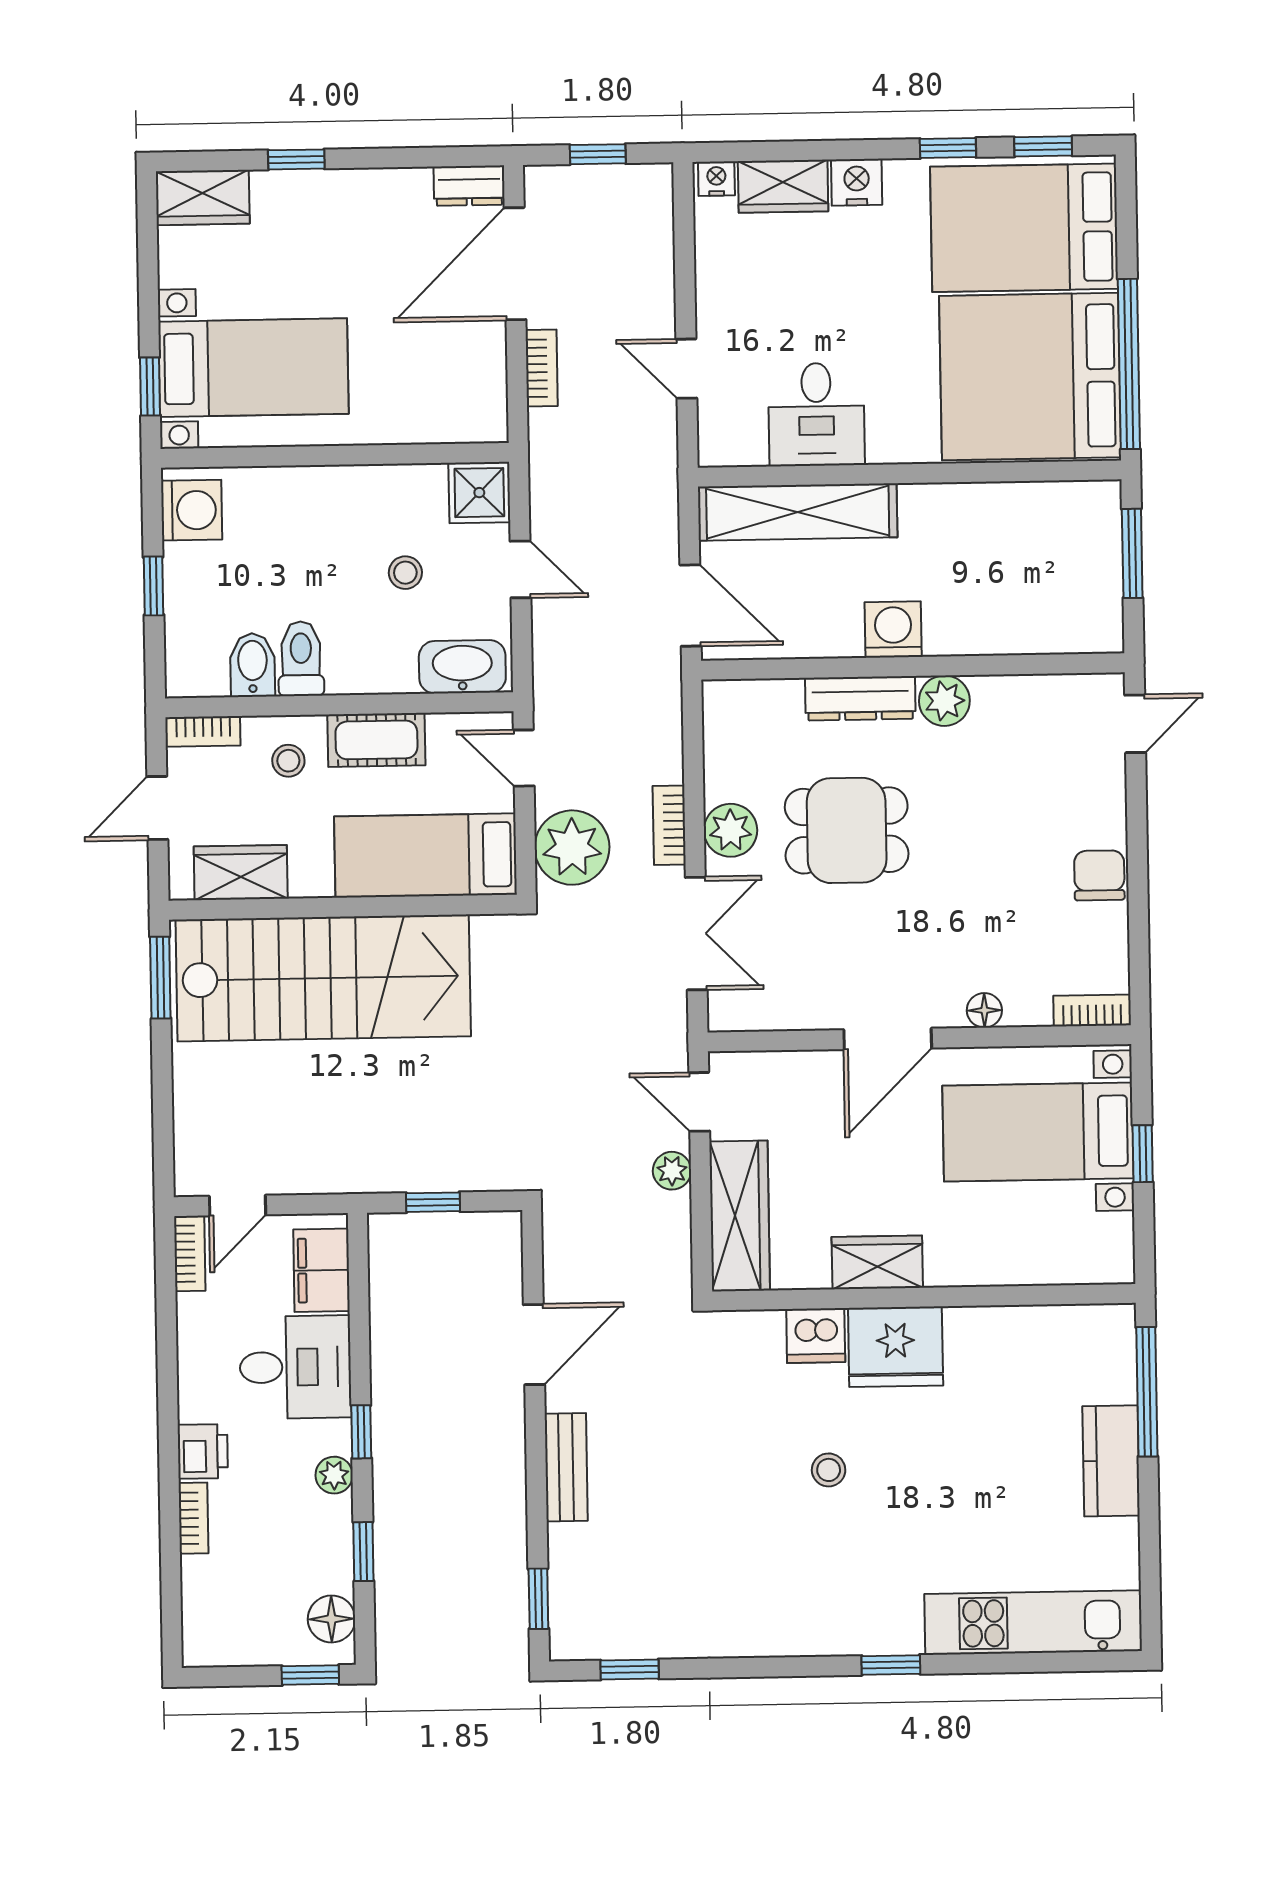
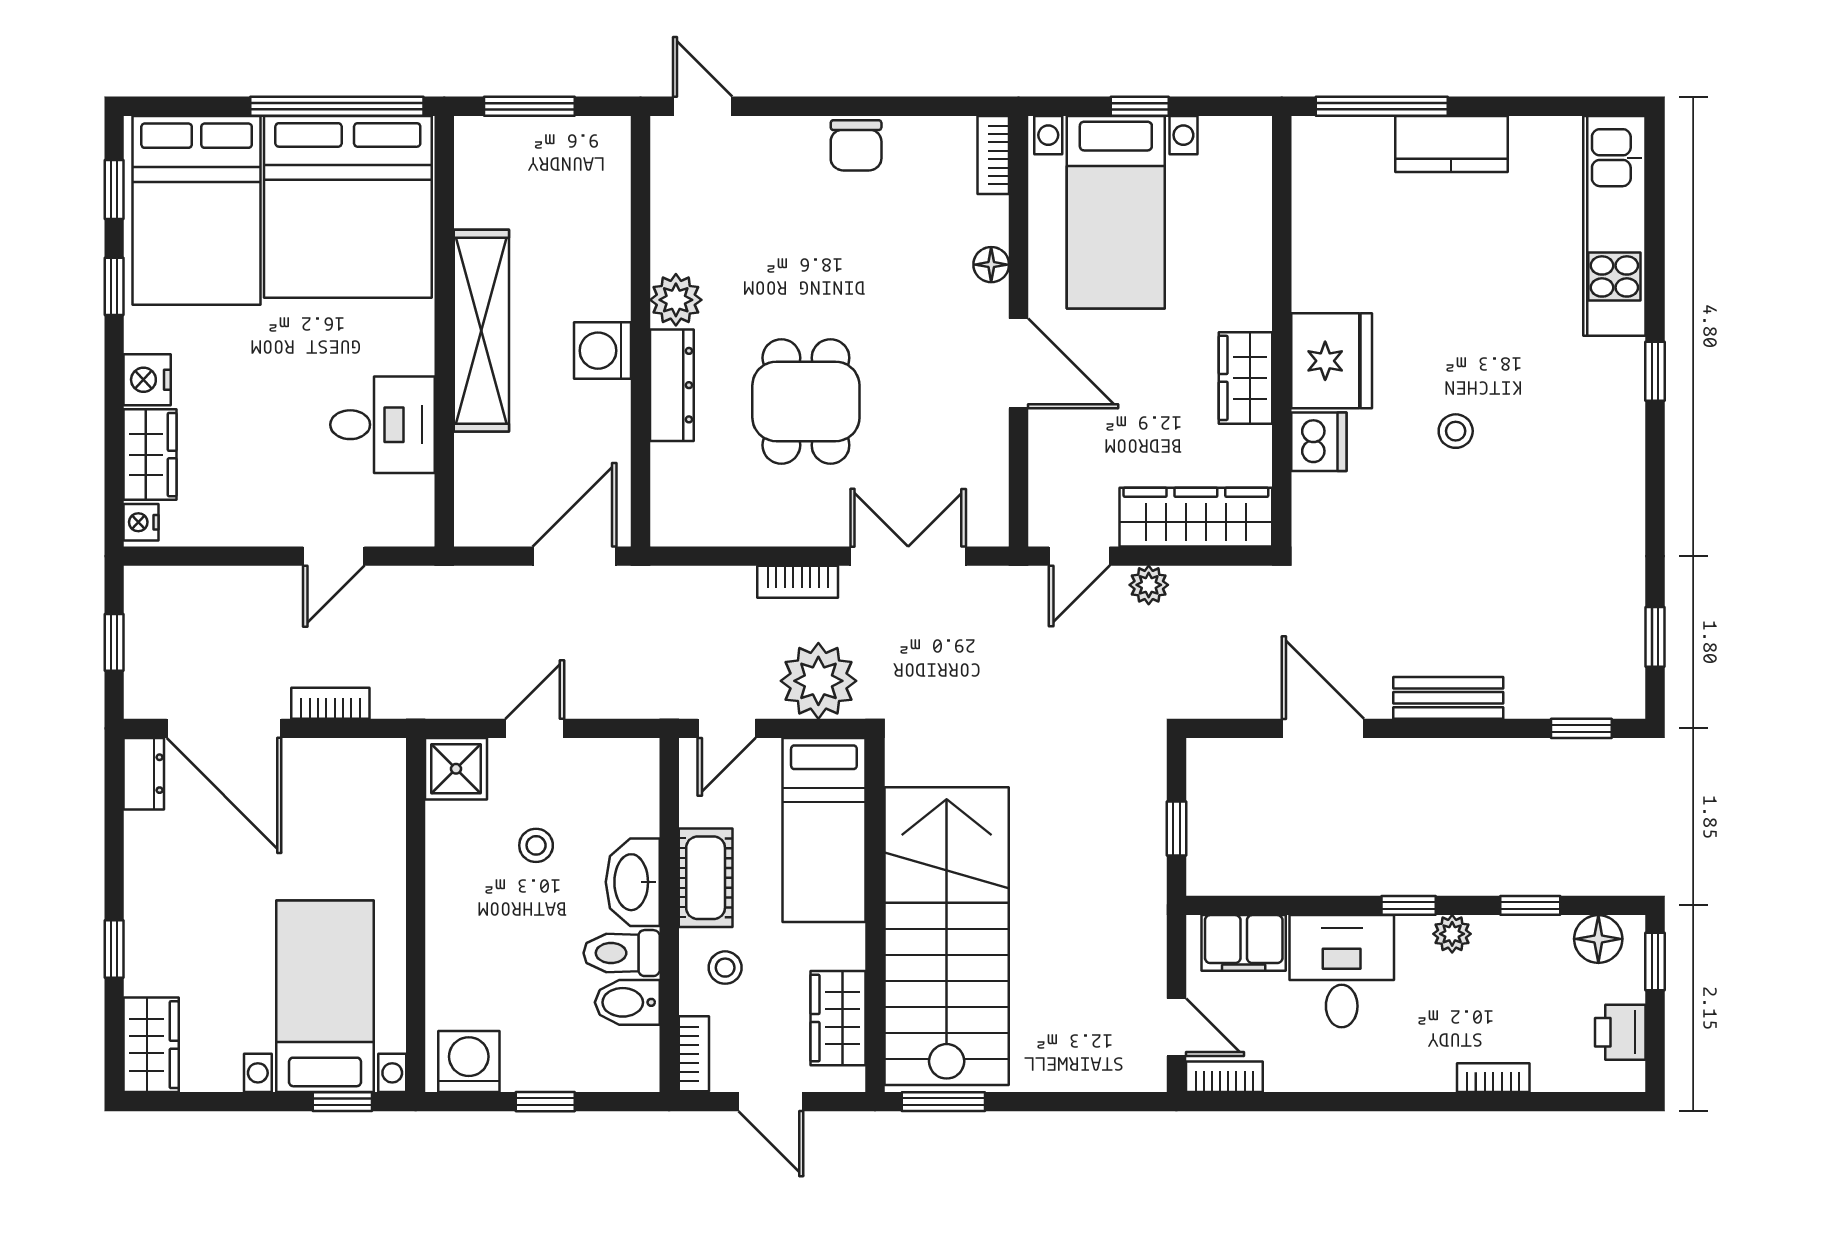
shelving: (798, 512) -> (481, 331), moved
washbasin: (462, 667) -> (633, 882), moved
plant: (731, 830) -> (804, 519), removed
chair: (1099, 875) -> (856, 145), turned -90
printer: (203, 1451) -> (1620, 1032), moved, turned -90

